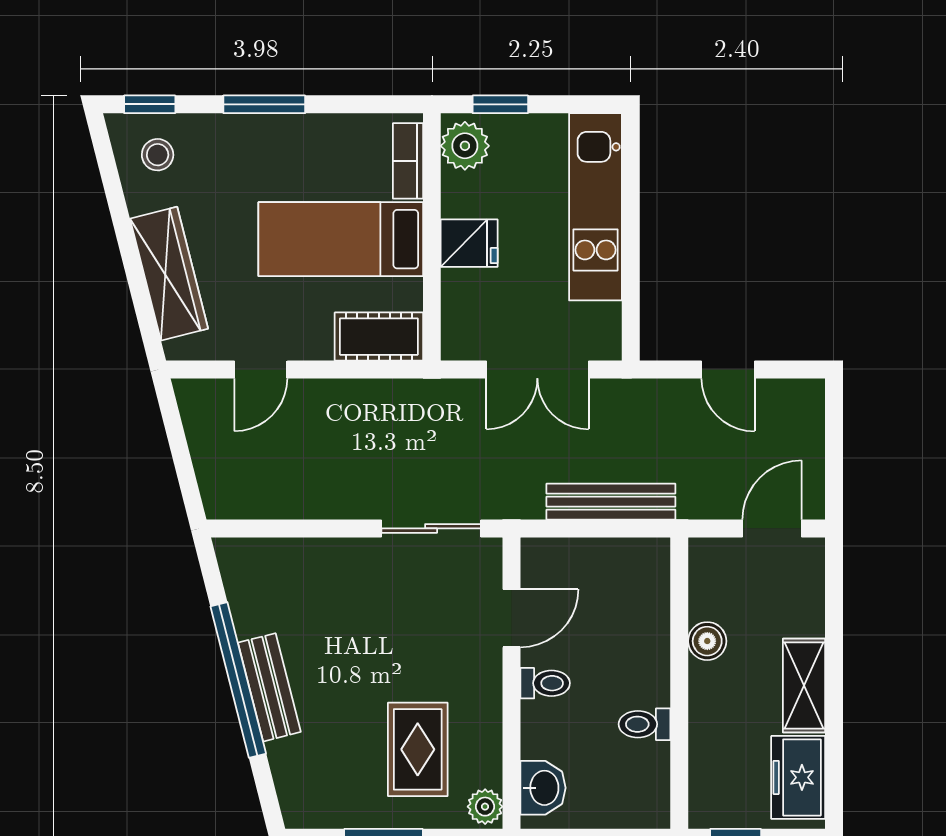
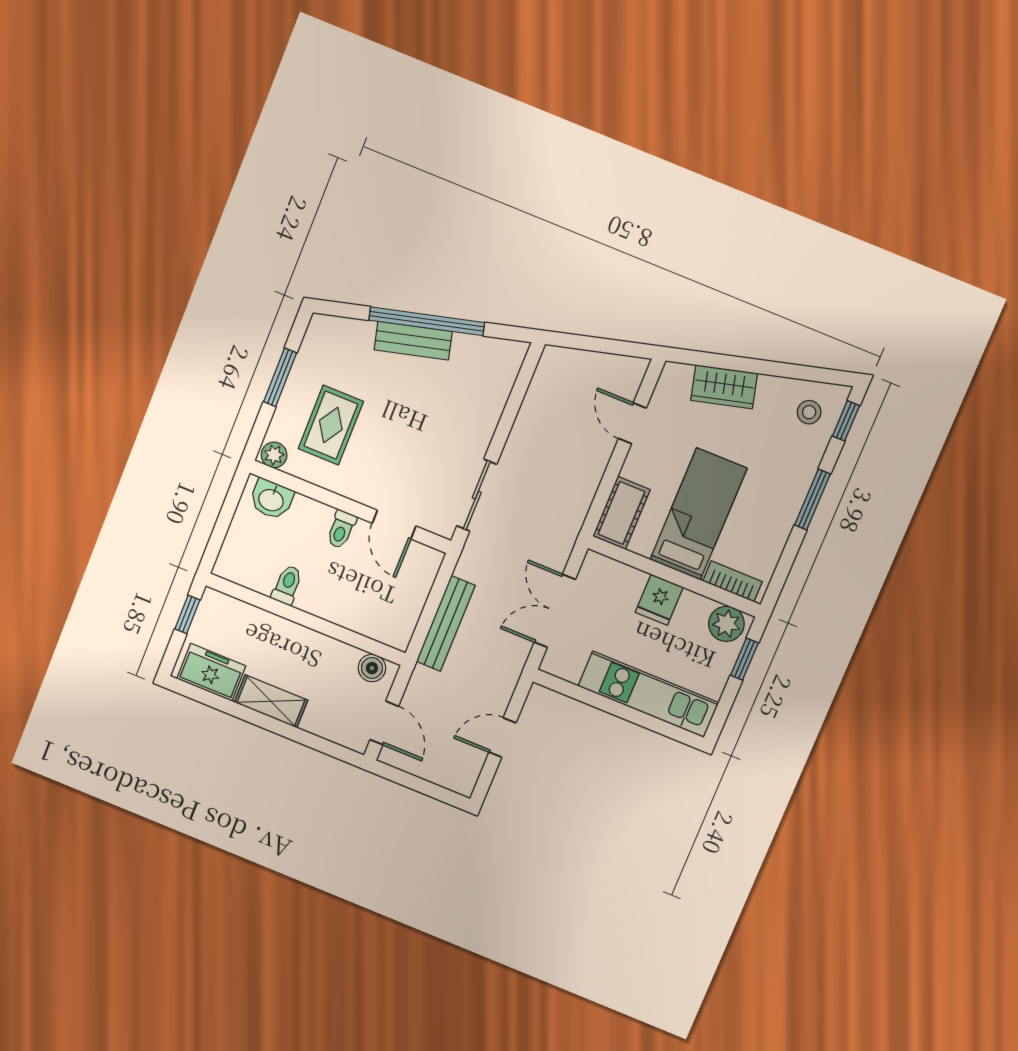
wardrobe: (169, 274) -> (724, 387), width x0.67
boiler: (707, 641) -> (372, 668), moved
rug: (418, 749) -> (331, 425), turned 90

